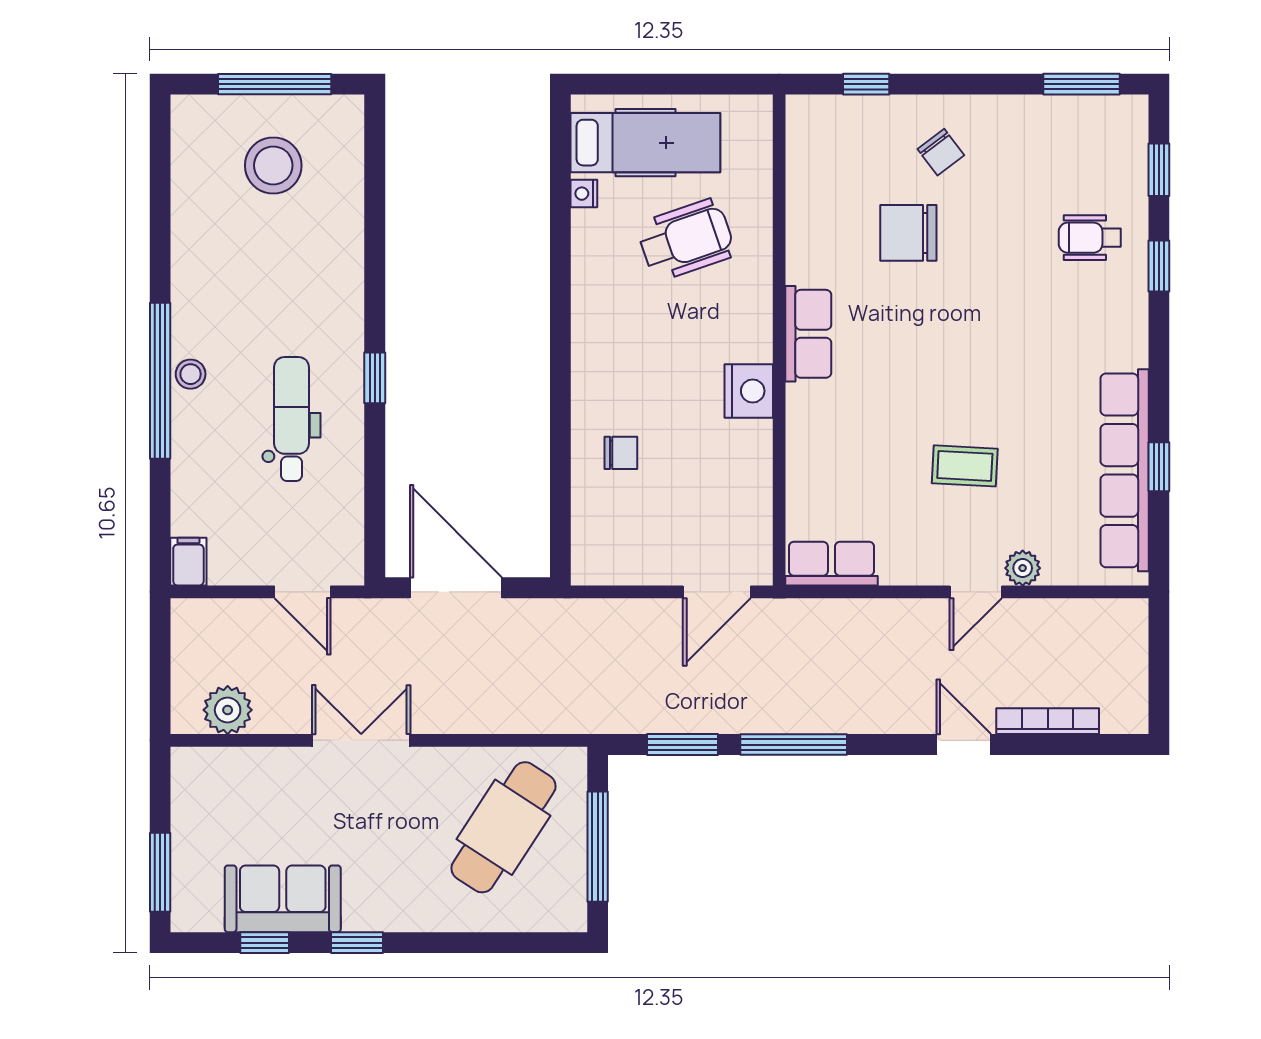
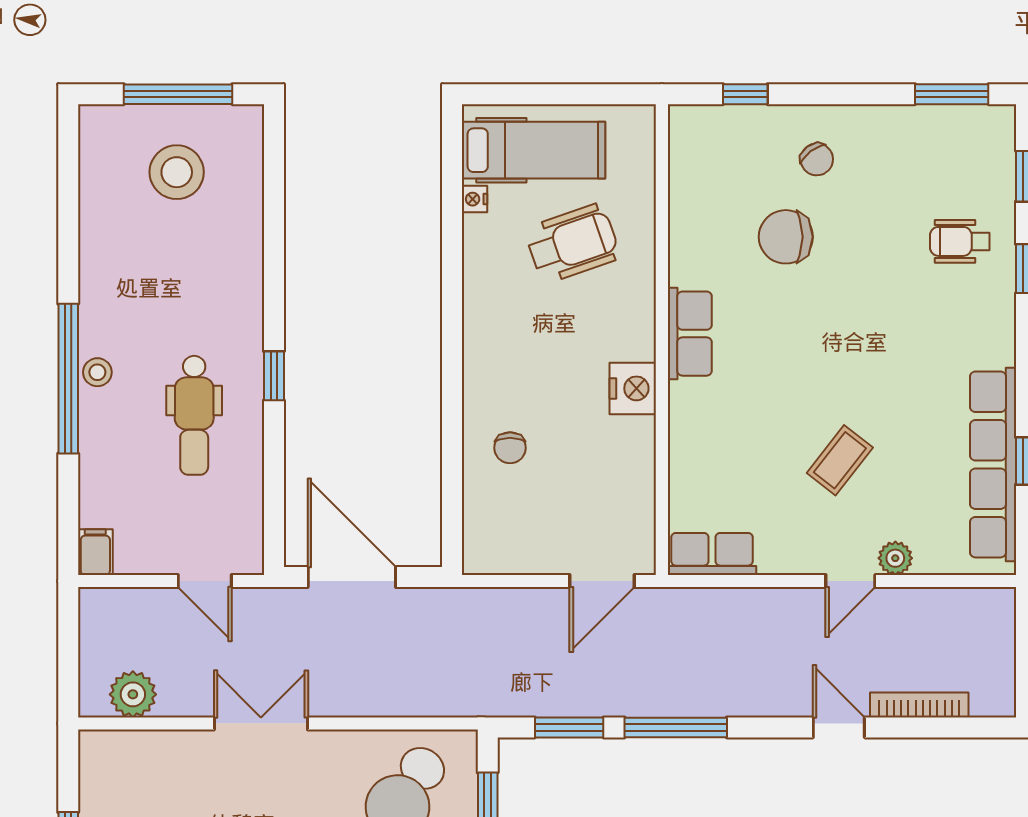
dental chair: (291, 419) -> (194, 415), turned 180
chair: (621, 453) -> (510, 448), turned 90
coffee table: (965, 466) -> (840, 460), turned -55

